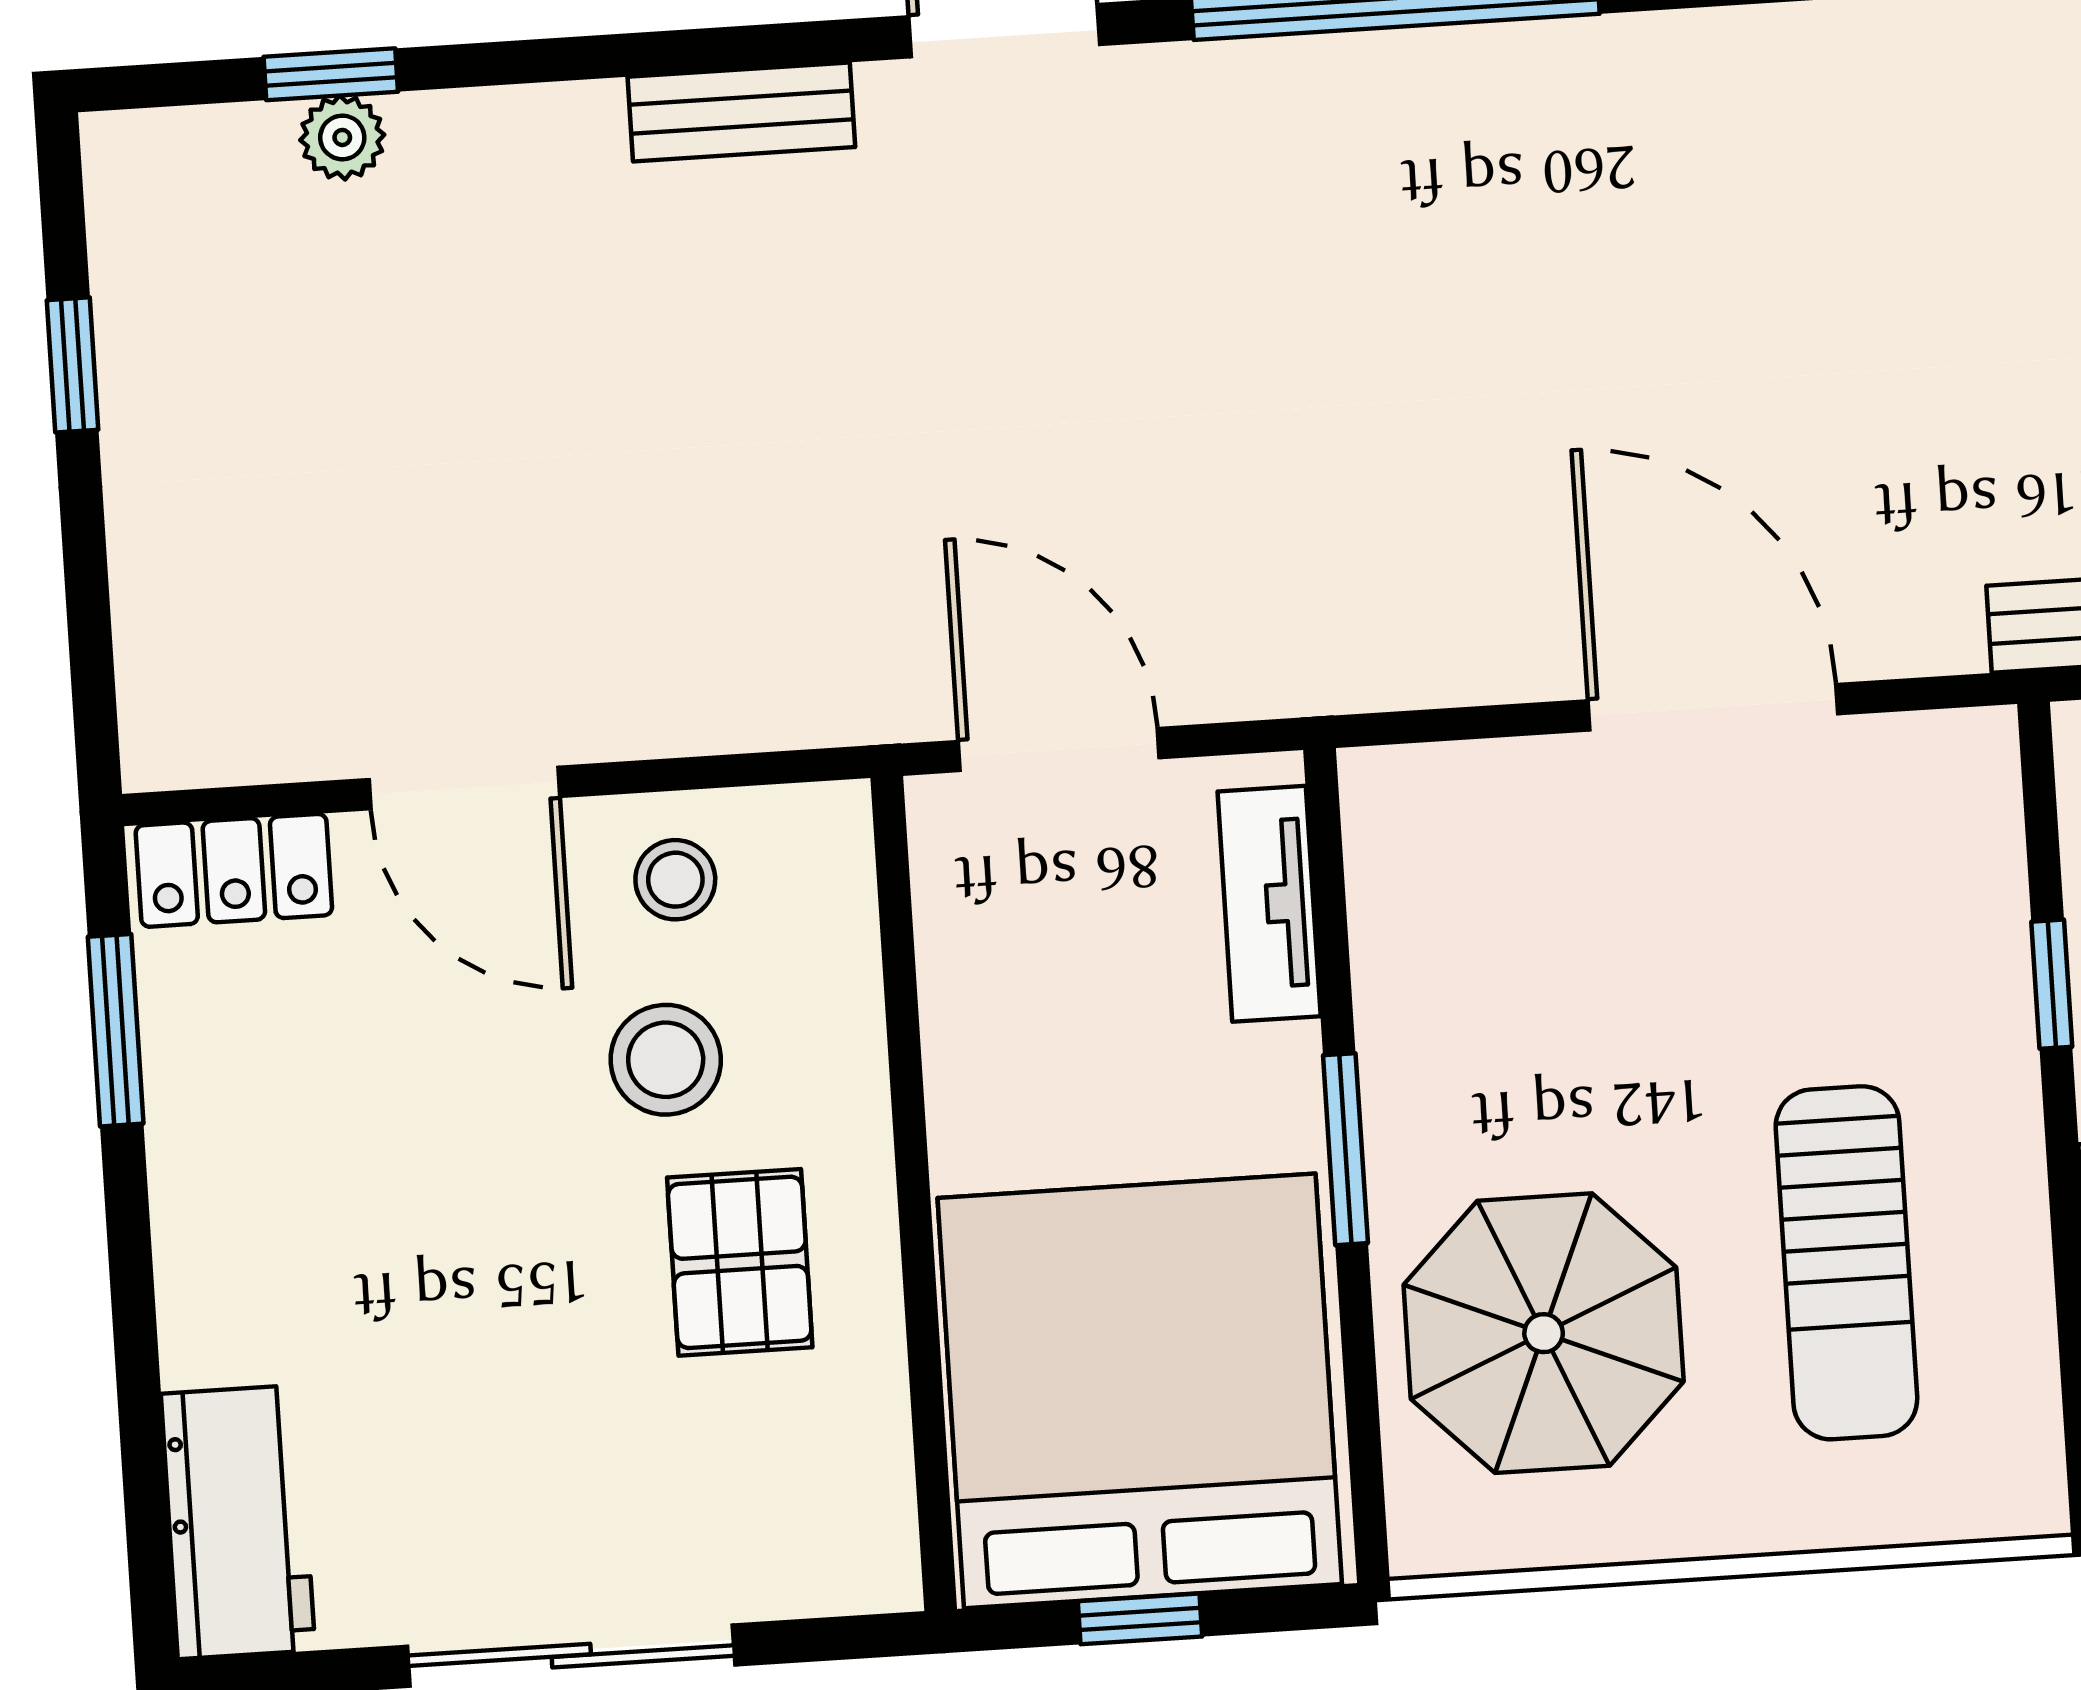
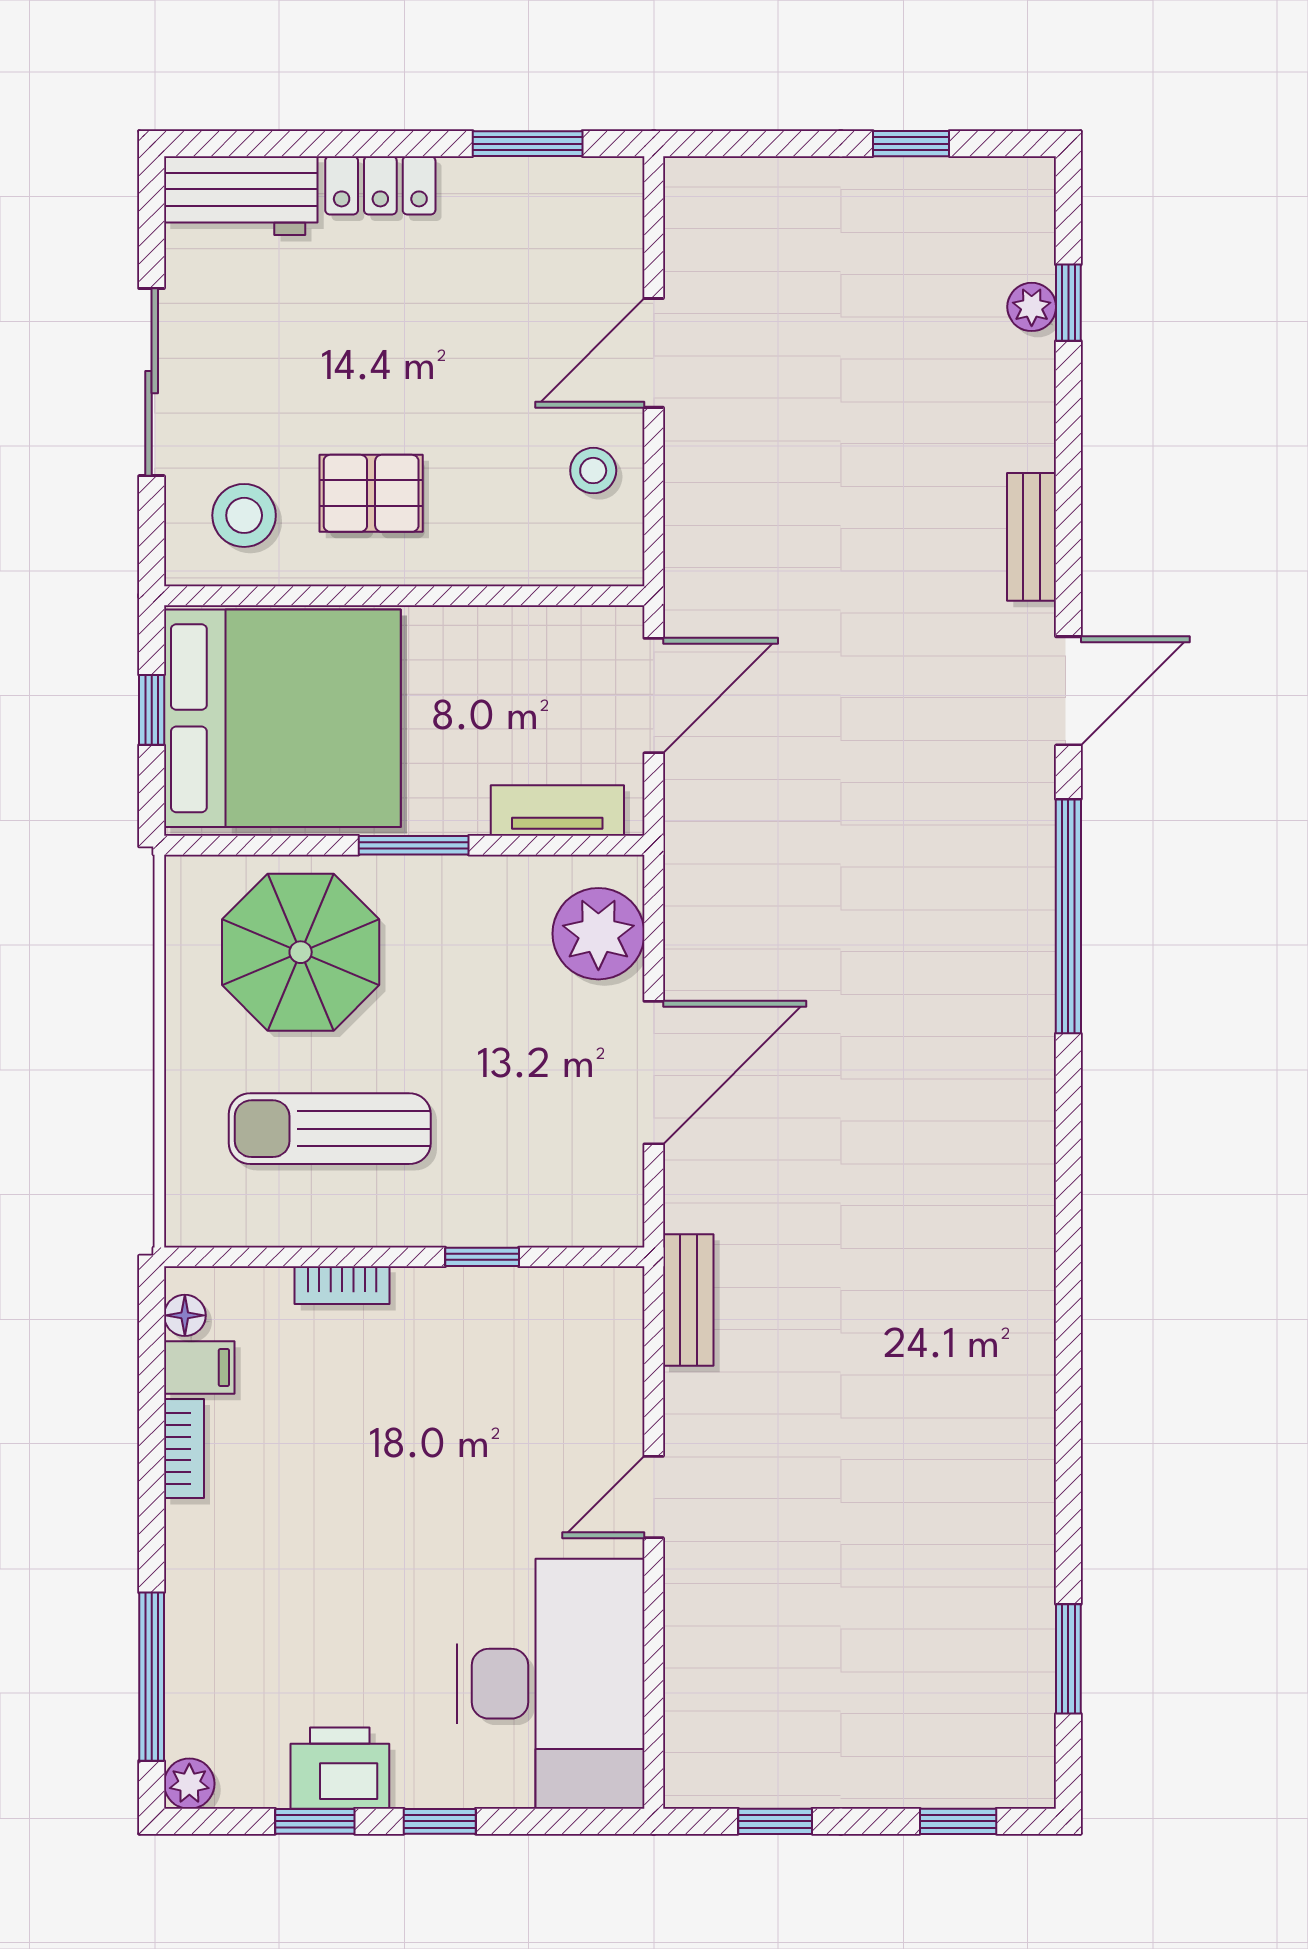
plant: (1478, 819) -> (598, 934), added
locker: (234, 870) -> (380, 185), moved, turned -90
stool: (666, 1060) -> (244, 515), moved

